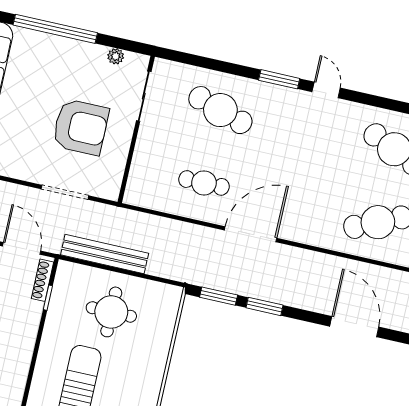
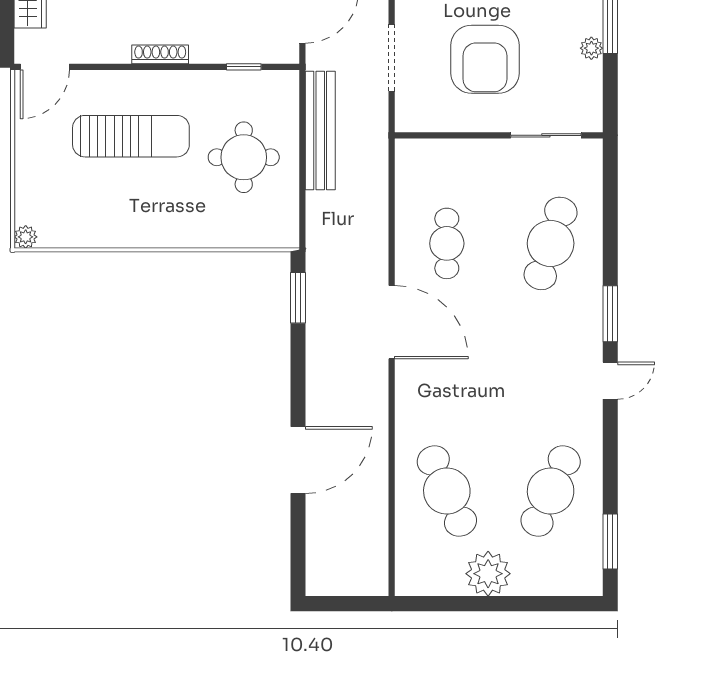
plant: (116, 56) -> (591, 48), moved
shoe rack: (42, 280) -> (160, 54), moved
window: (265, 306) -> (298, 363), removed
door: (354, 327) -> (298, 460), moved

